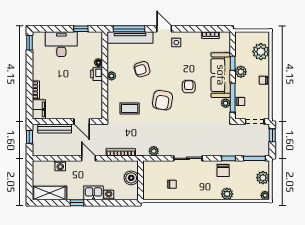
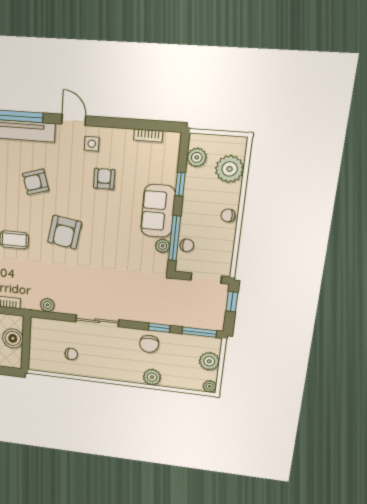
plant: (241, 72) -> (197, 157), moved
sofa: (221, 75) -> (158, 211), width x0.73
armchair: (189, 87) -> (104, 179), moved

